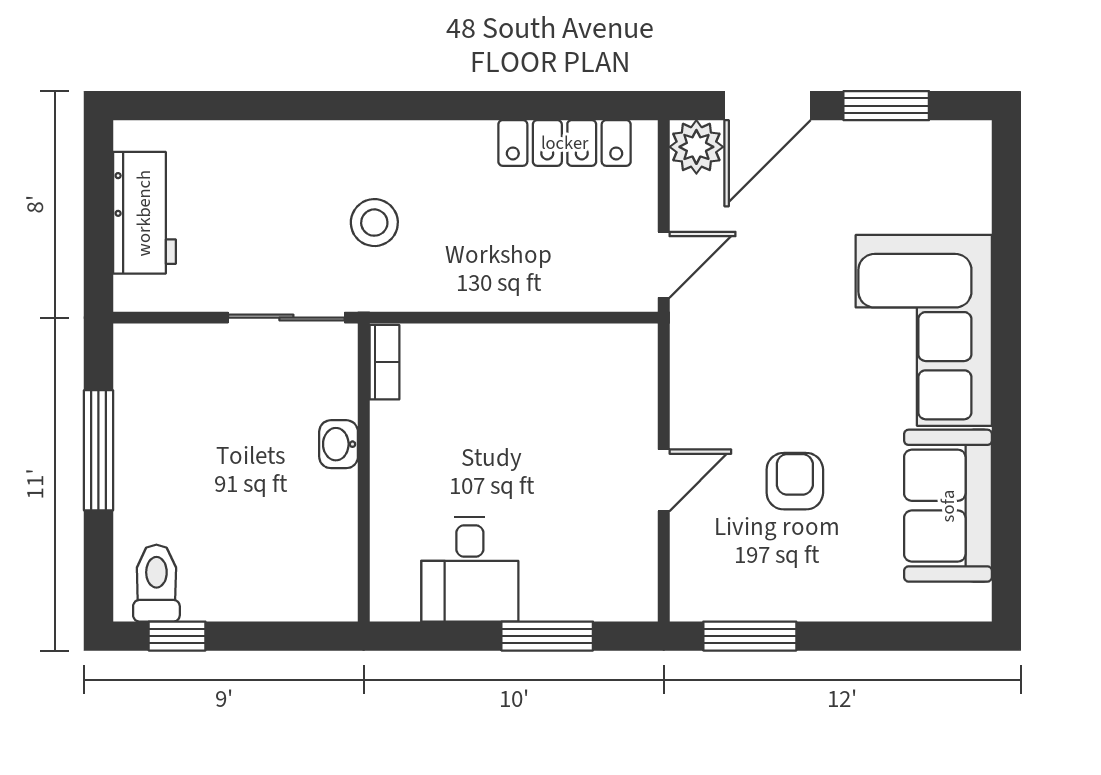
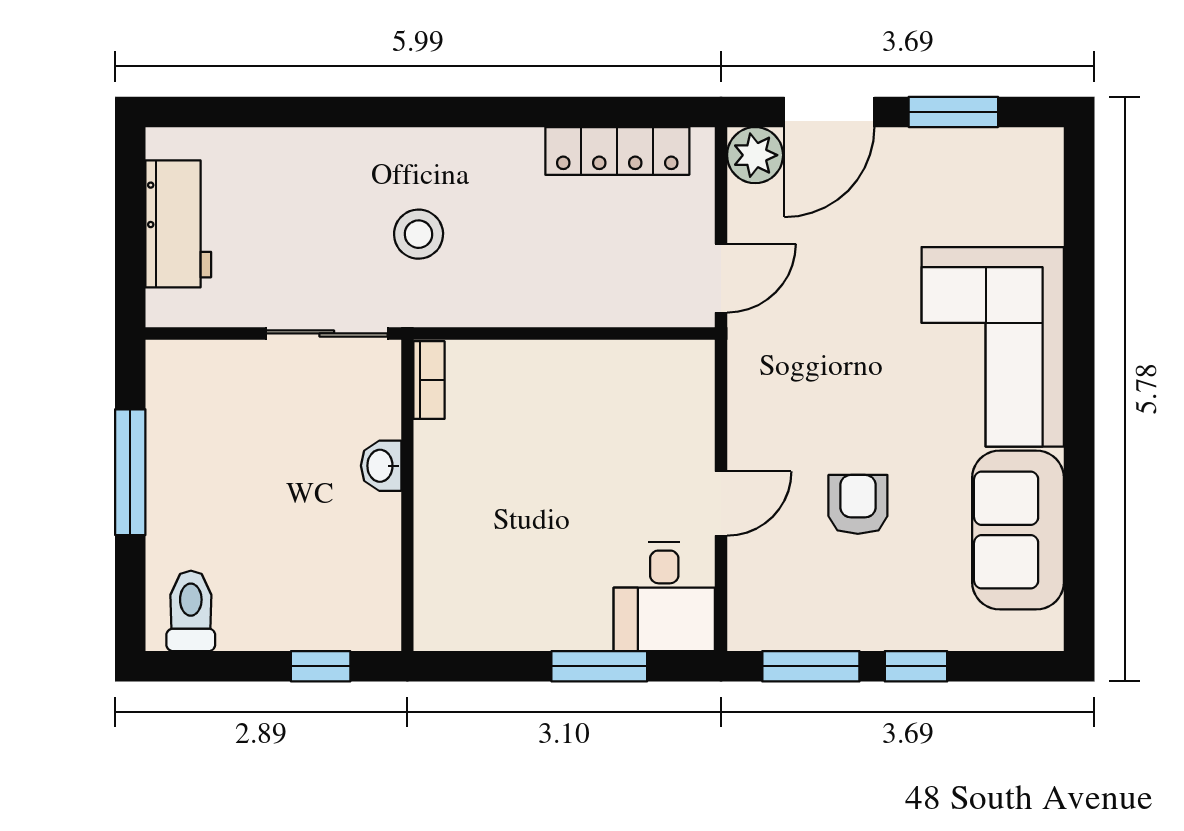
desk: (470, 569) -> (664, 596), moved
window: (177, 636) -> (321, 666), moved
window: (850, 636) -> (916, 666), added

